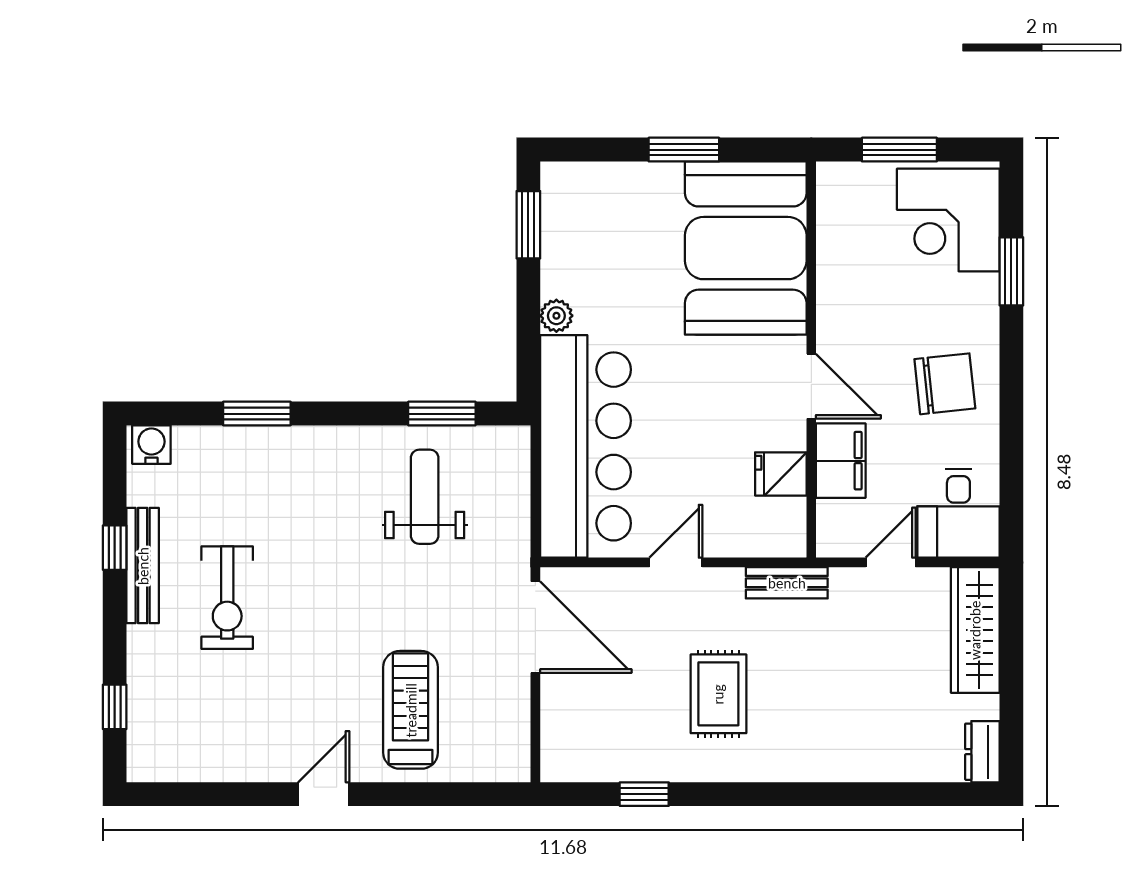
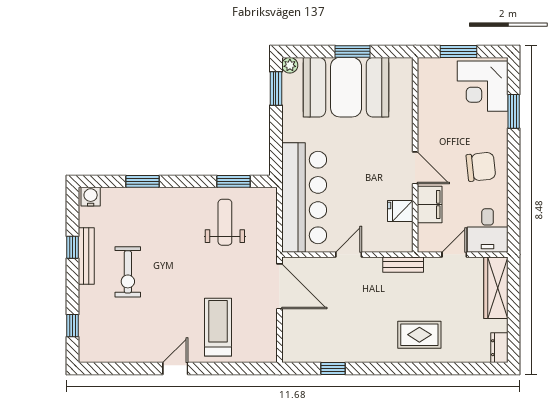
booth: (746, 248) -> (346, 87), moved, turned 90
plant: (556, 316) -> (290, 65), moved
rug: (718, 694) -> (419, 335), moved, turned 90

